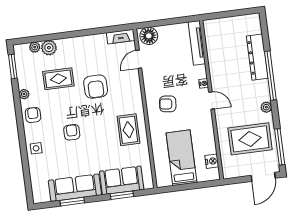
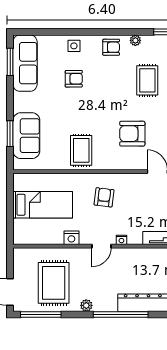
armchair: (96, 87) -> (132, 134), moved
rug: (128, 130) -> (81, 150), turned 90
armchair: (72, 132) -> (74, 79), moved
nightstand: (212, 161) -> (71, 238), moved
sofa: (75, 188) -> (25, 63), moved
window: (72, 202) -> (10, 62), moved

